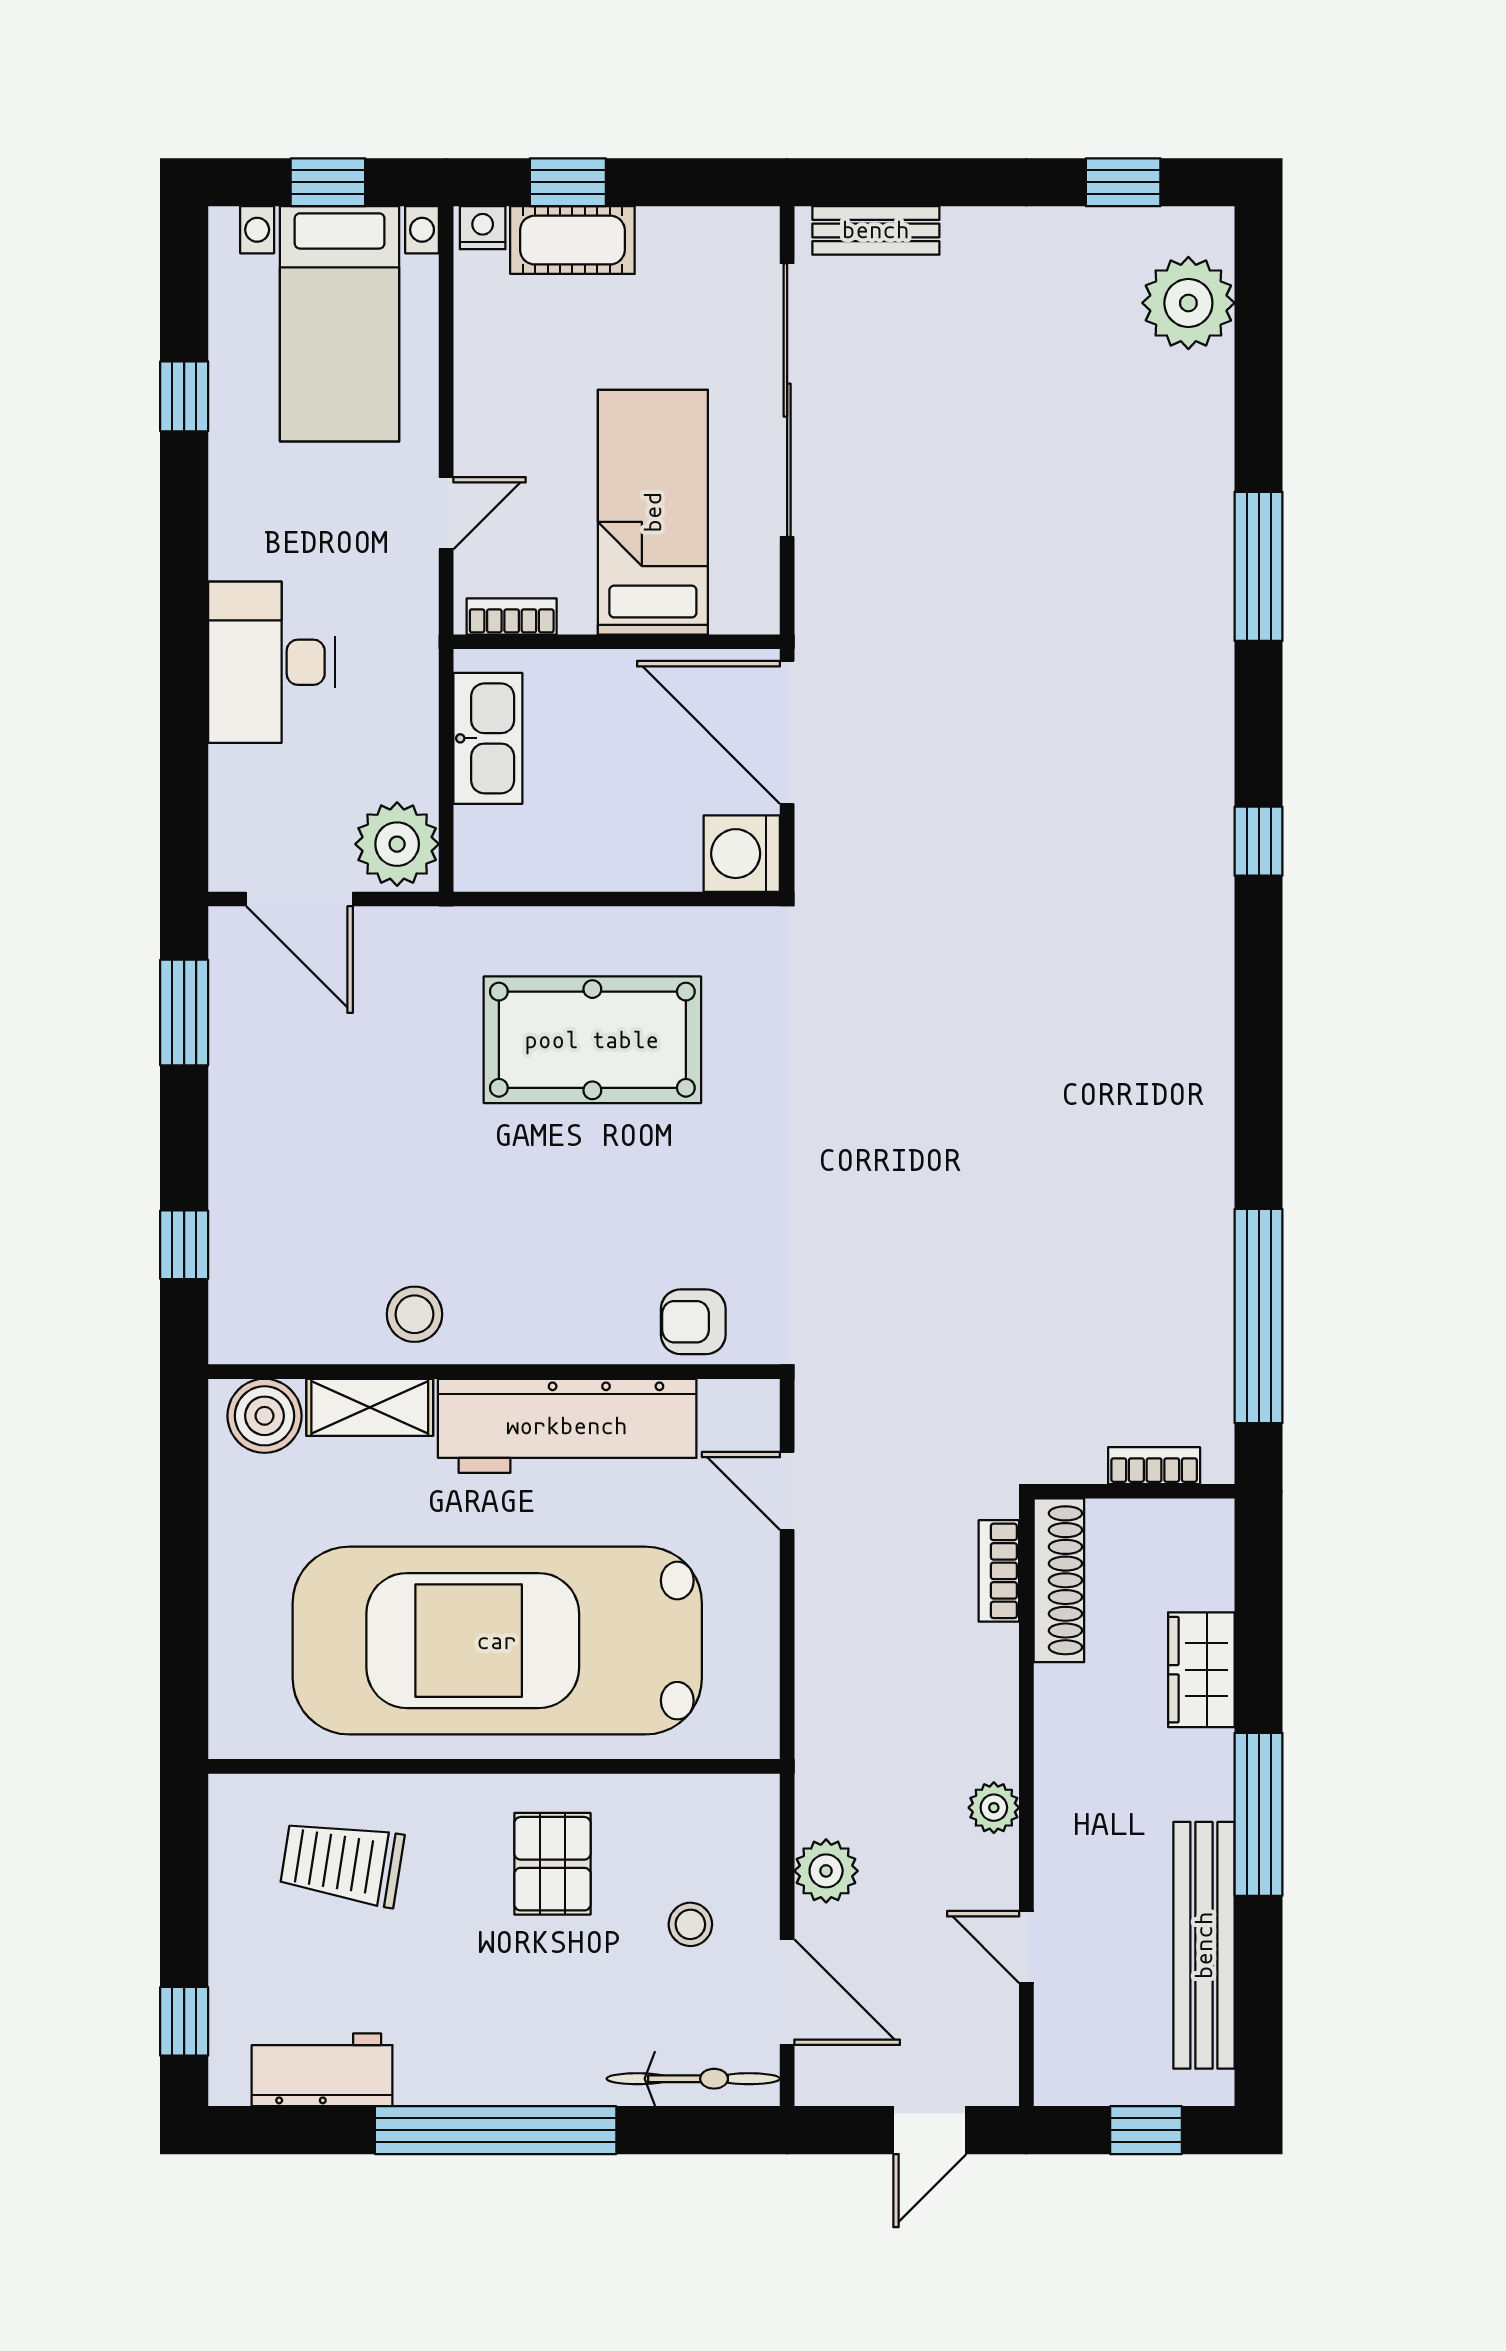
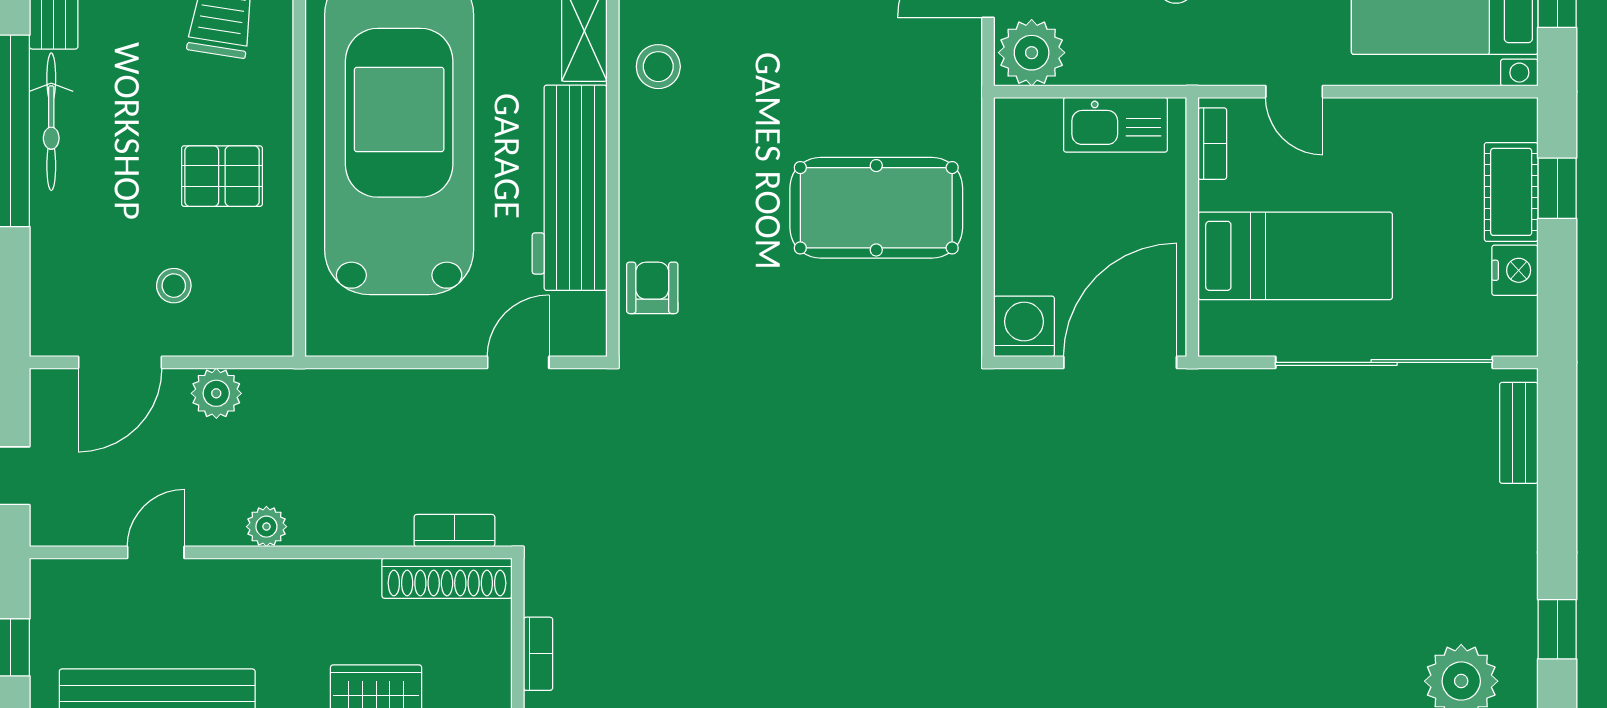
nightstand: (483, 228) -> (1515, 270), moved, width x1.39, depth x1.35
pool table: (592, 1040) -> (876, 208), turned 90
bicycle: (693, 2079) -> (51, 122), moved

